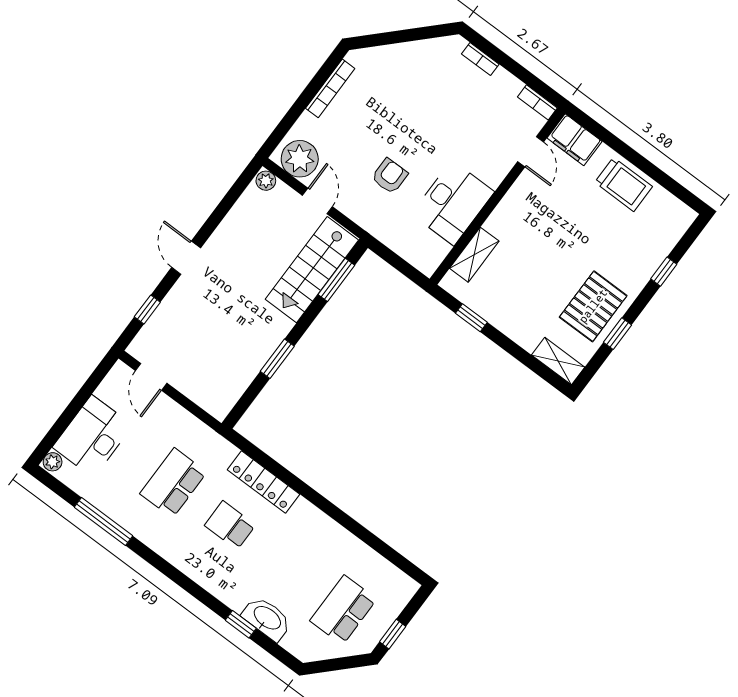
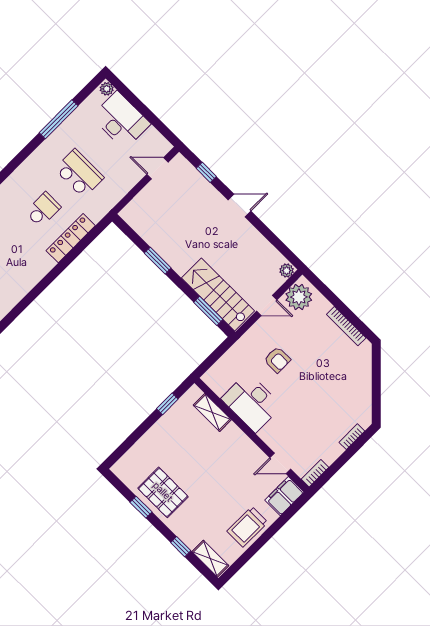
shelving: (558, 361) -> (210, 559), moved, turned 90

